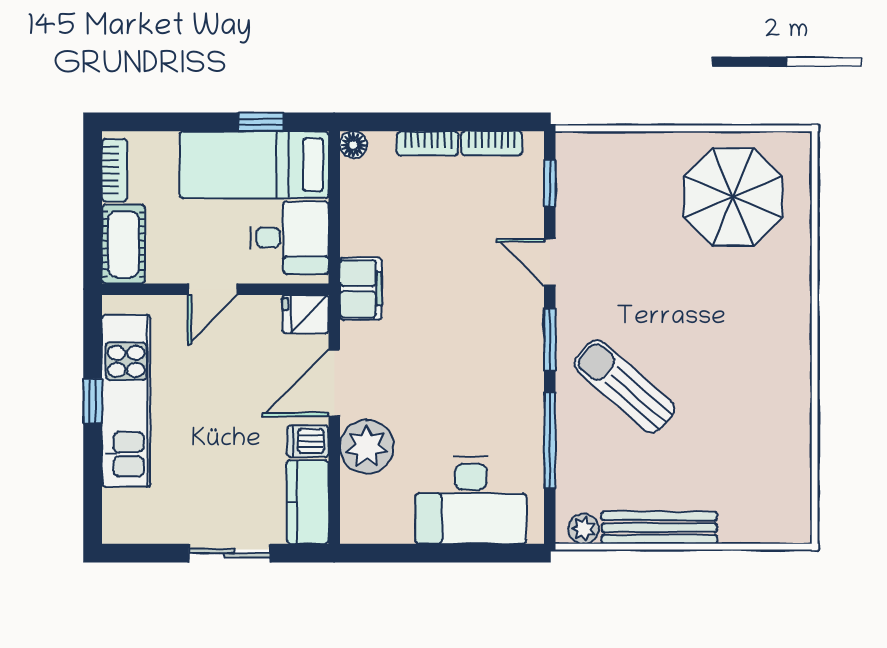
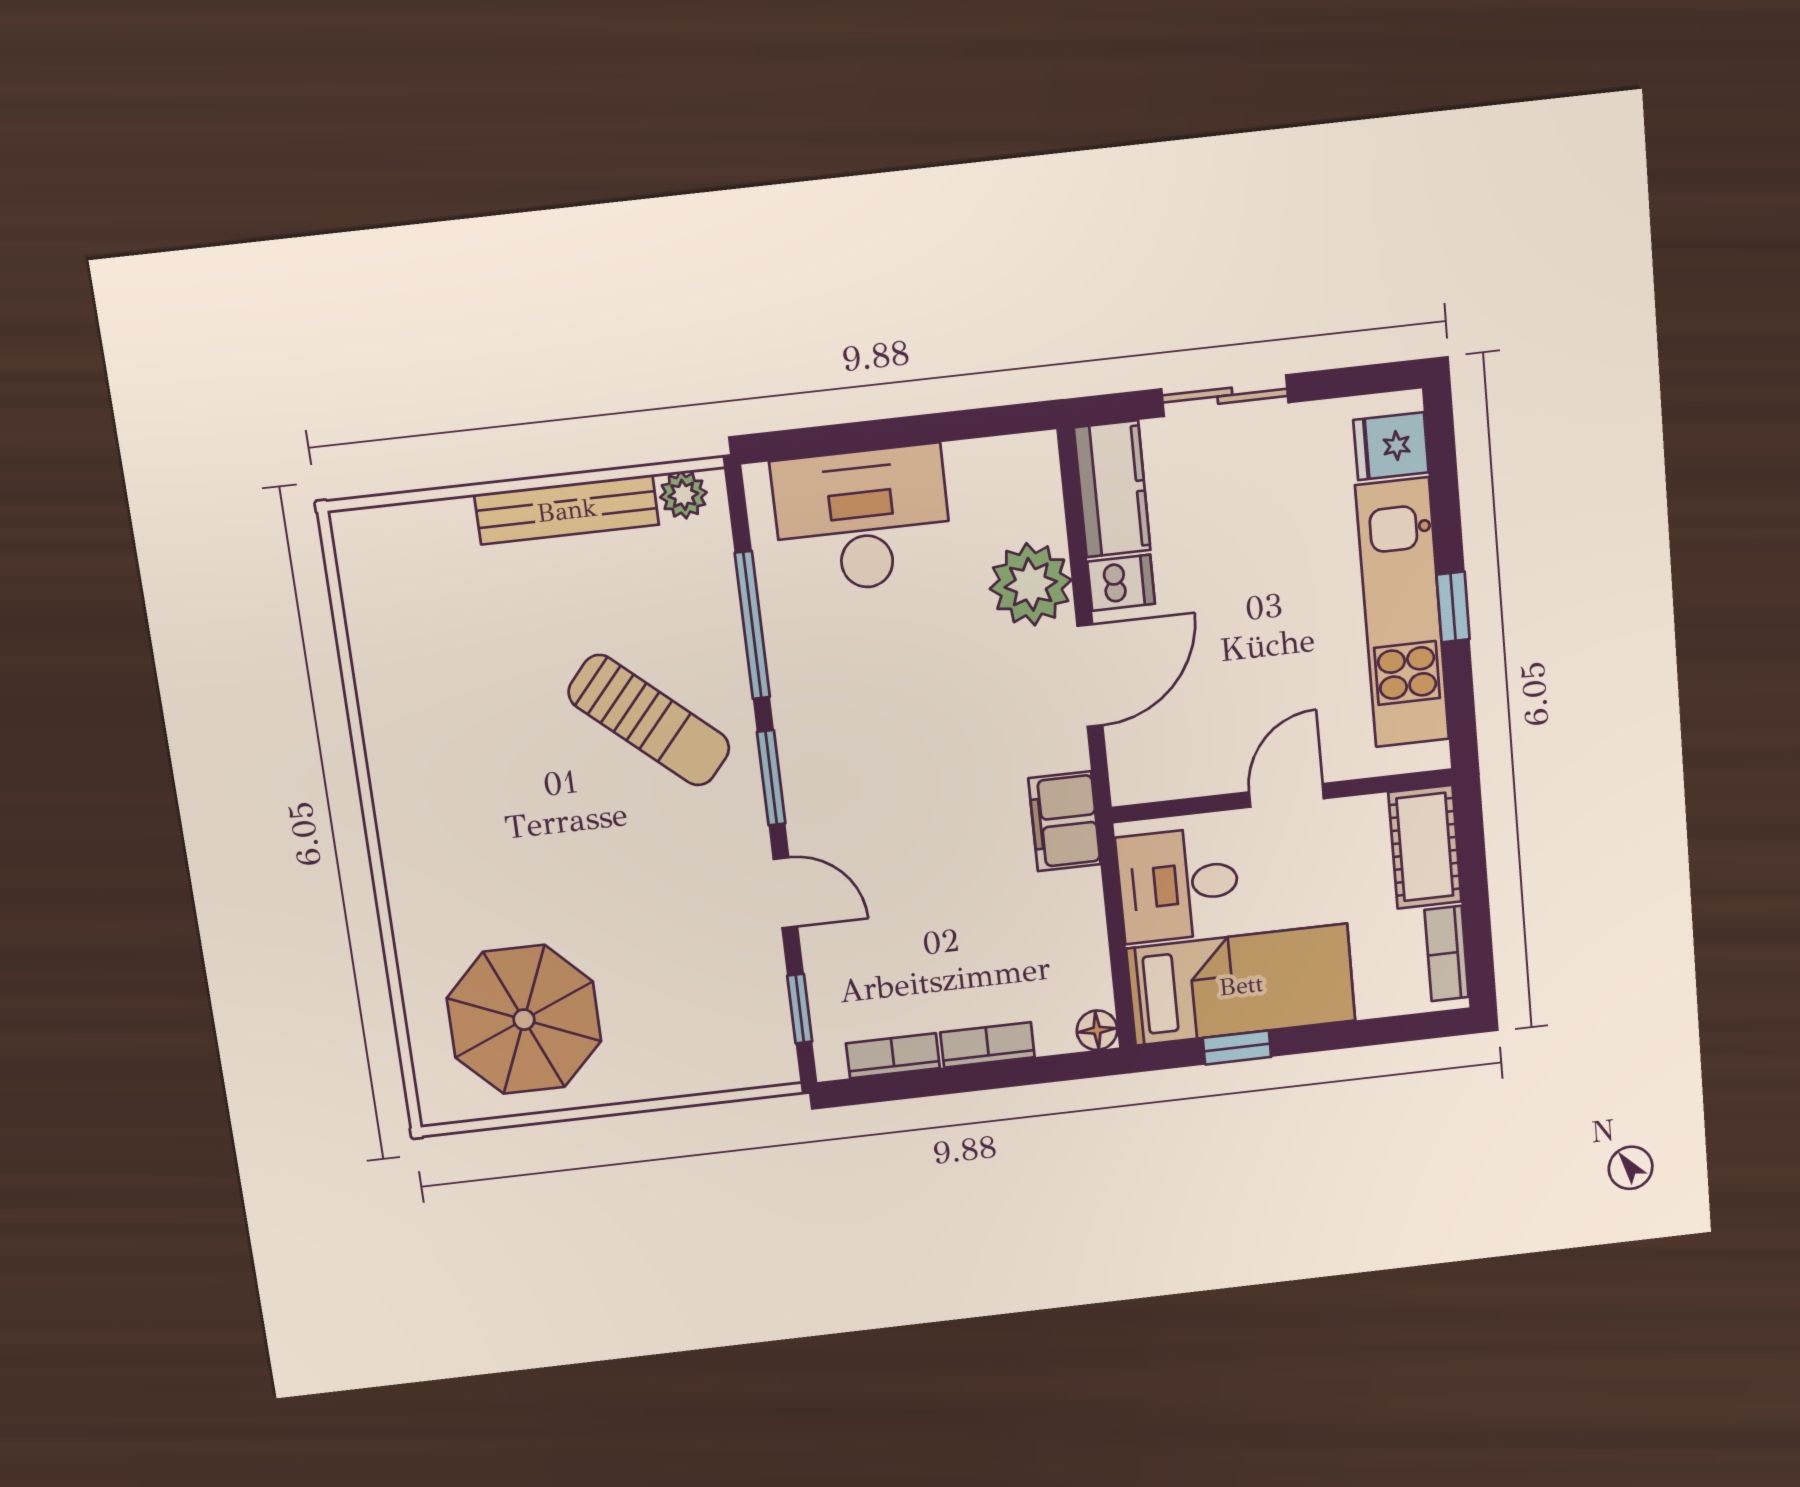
fridge: (306, 314) -> (1391, 446), moved, turned 180

